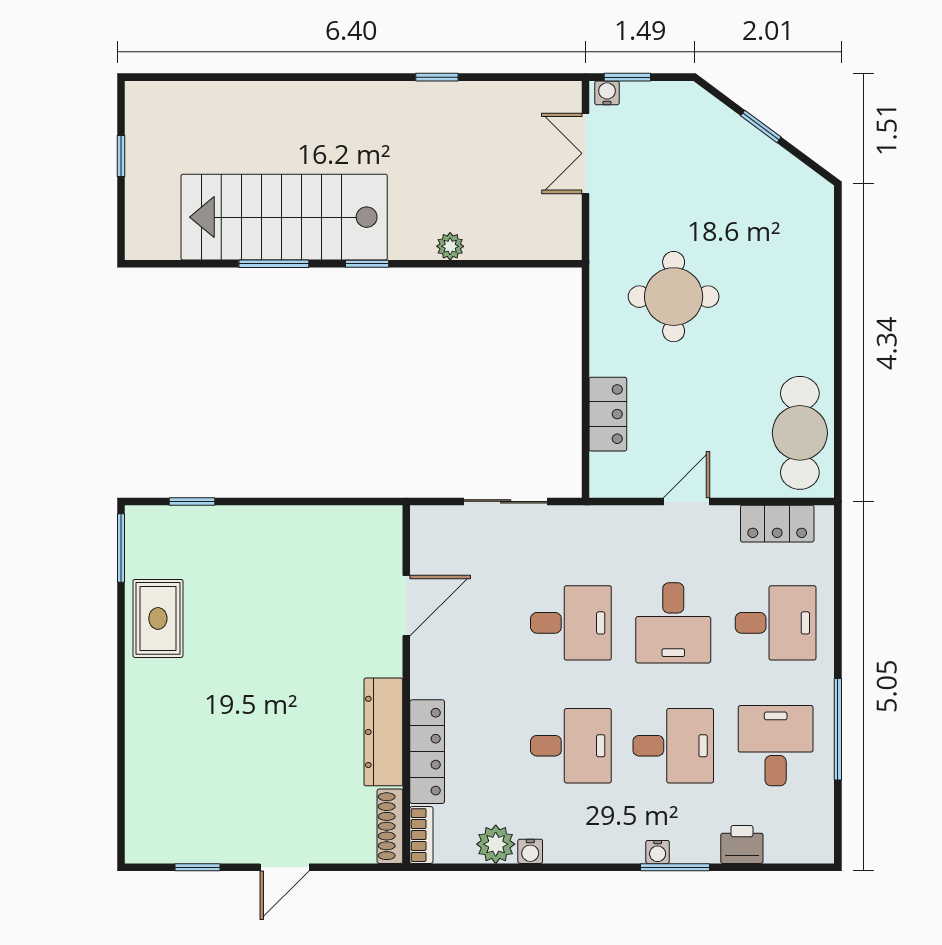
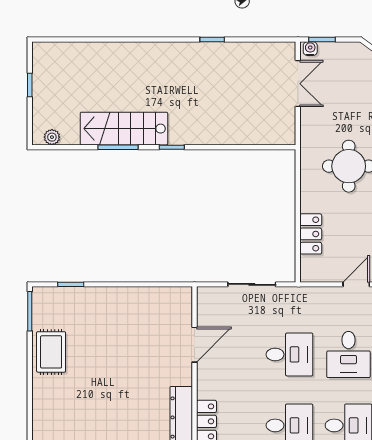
double door: (586, 153) -> (298, 84), swing flipped
stairs: (284, 217) -> (124, 129), width x0.73, depth x0.66
plant: (450, 246) -> (52, 137), moved

